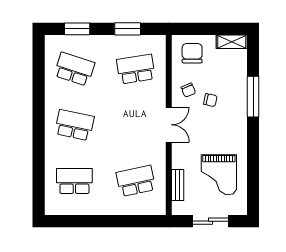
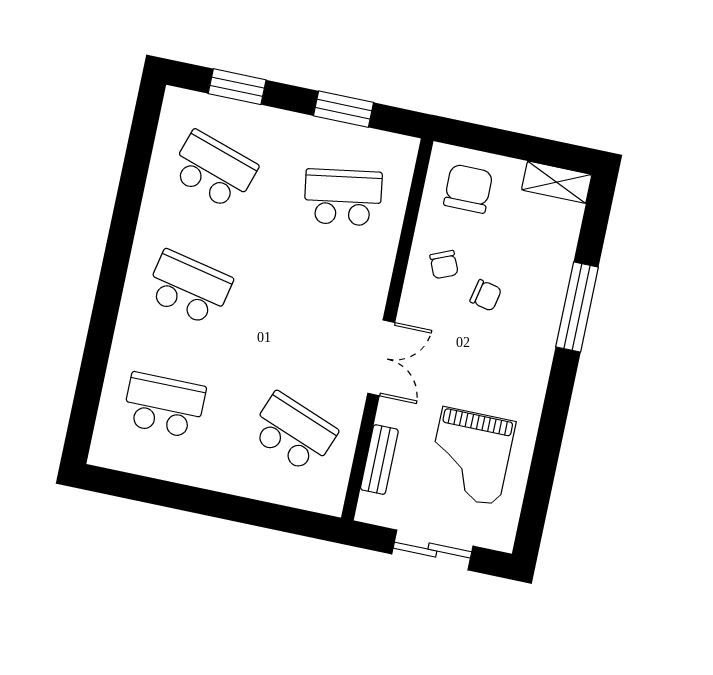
double door: (169, 125) -> (381, 358), moved
school desk: (136, 181) -> (293, 432), turned 33

